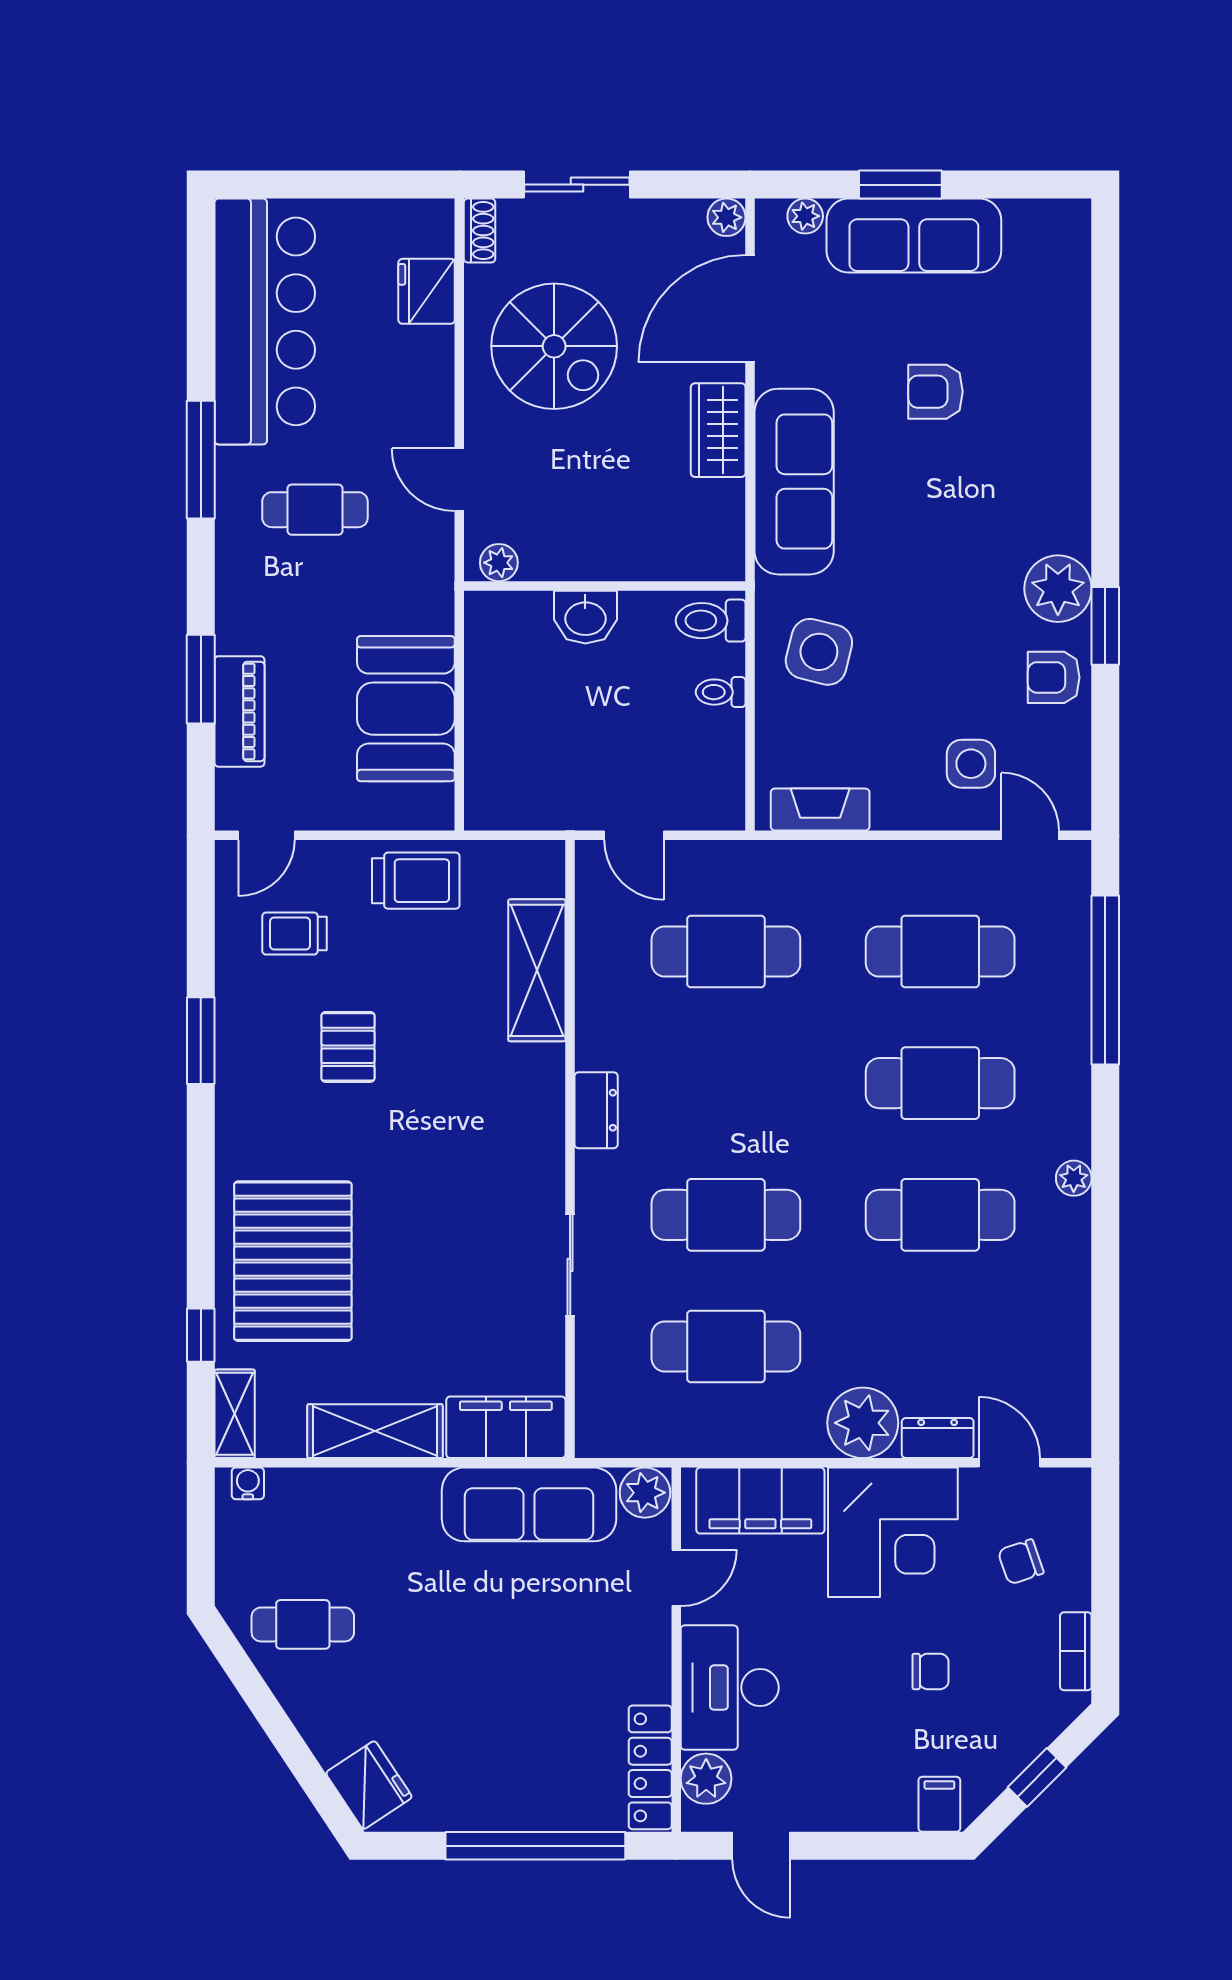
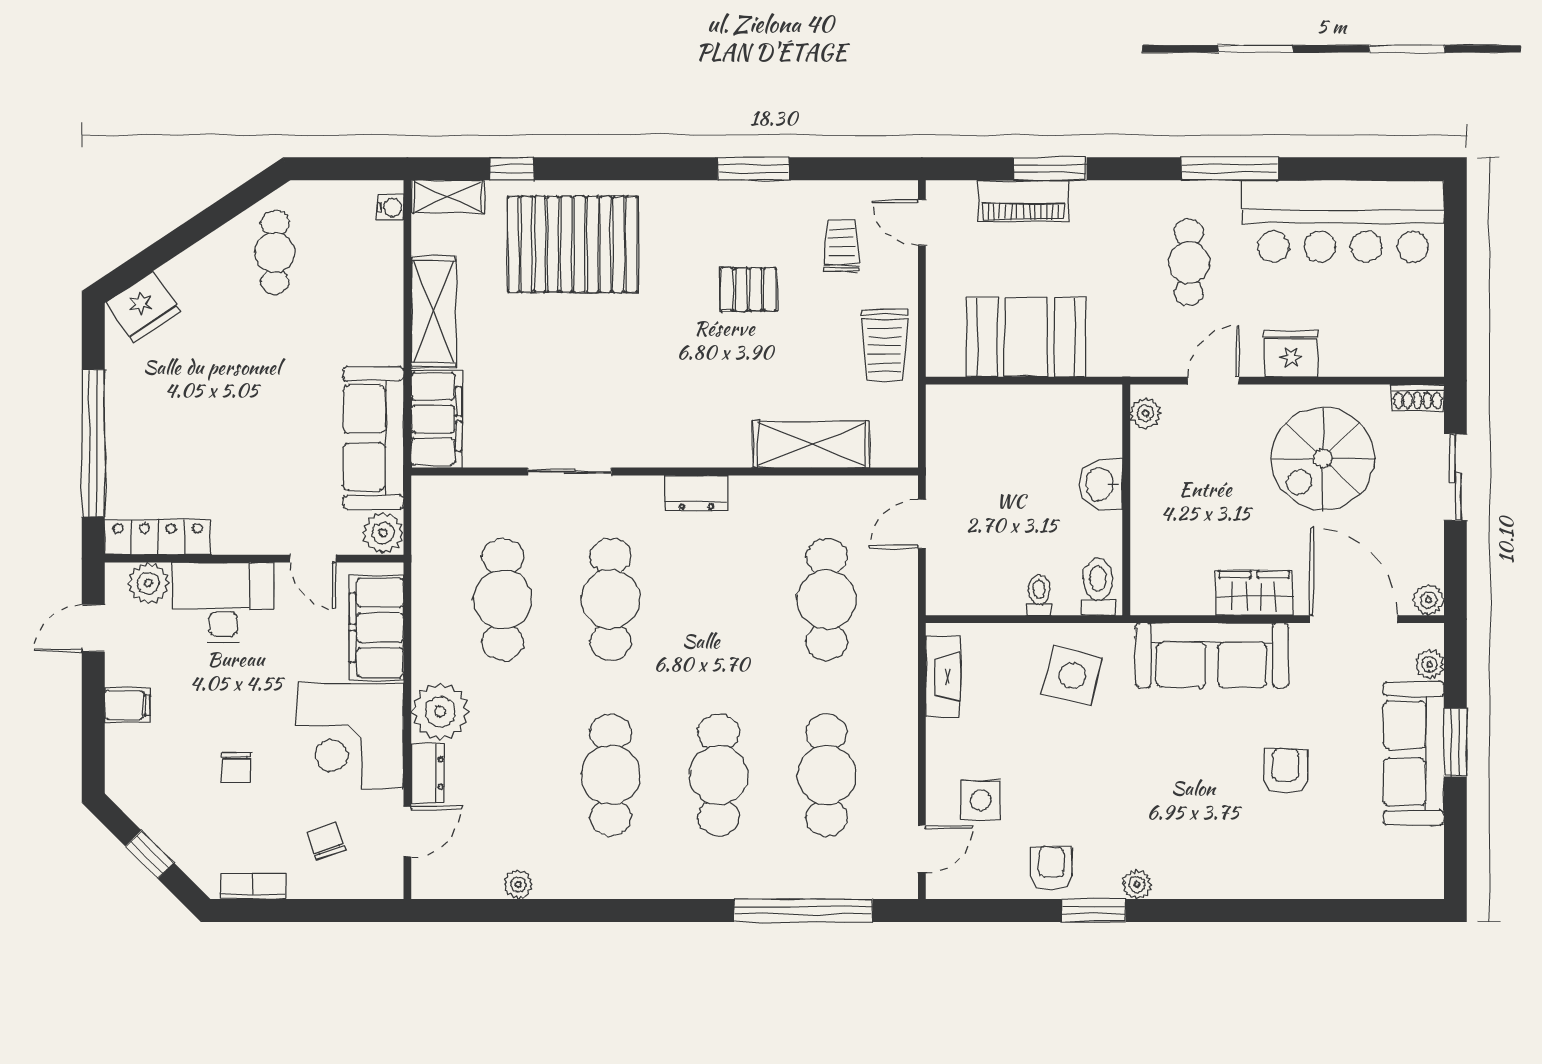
fridge: (427, 291) -> (1291, 354), moved
plant: (1058, 589) -> (1137, 884), width x0.53, depth x0.53
plant: (1074, 1178) -> (518, 885), moved
filing cabinet: (939, 1804) -> (127, 705), moved

